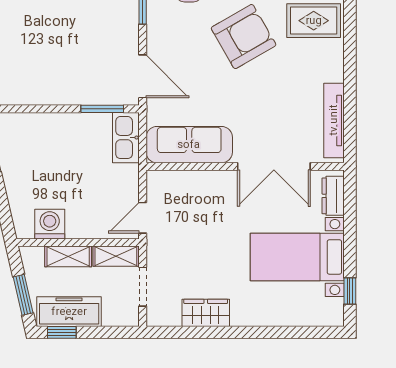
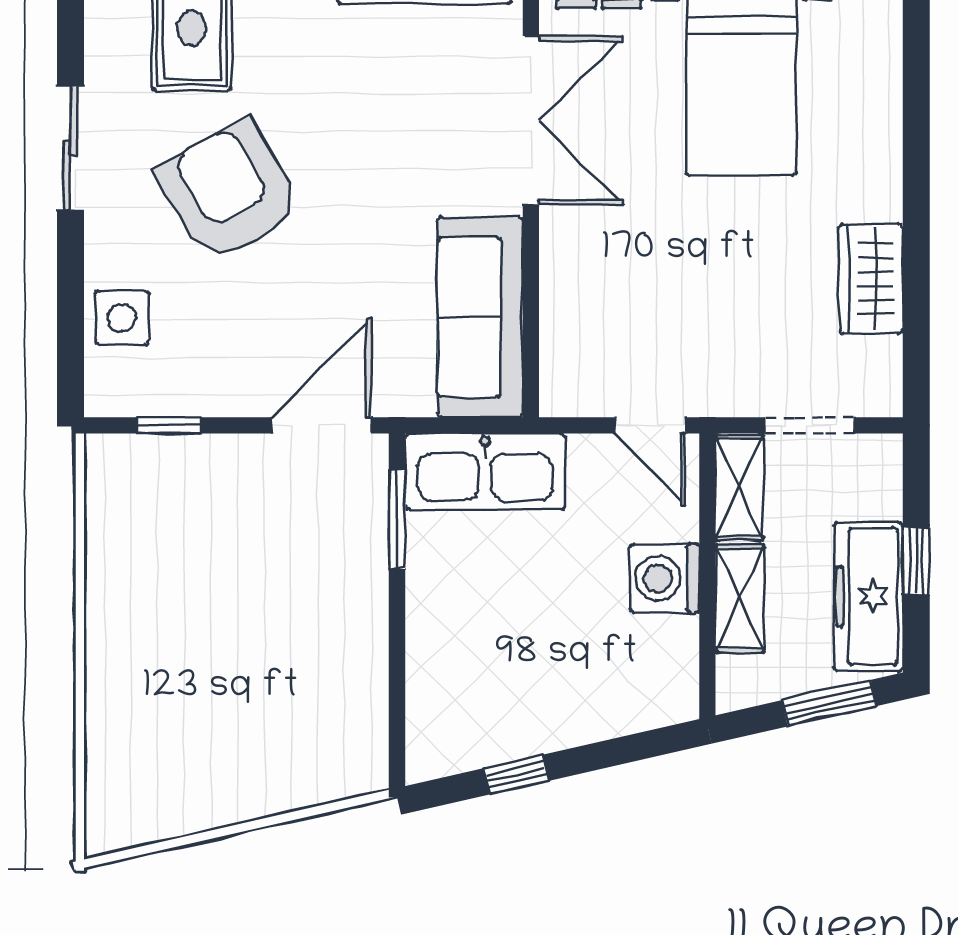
kitchen sink: (126, 138) -> (485, 472), width x1.36, depth x1.24
washing machine: (50, 224) -> (665, 578), moved
window: (62, 332) -> (916, 561), moved

